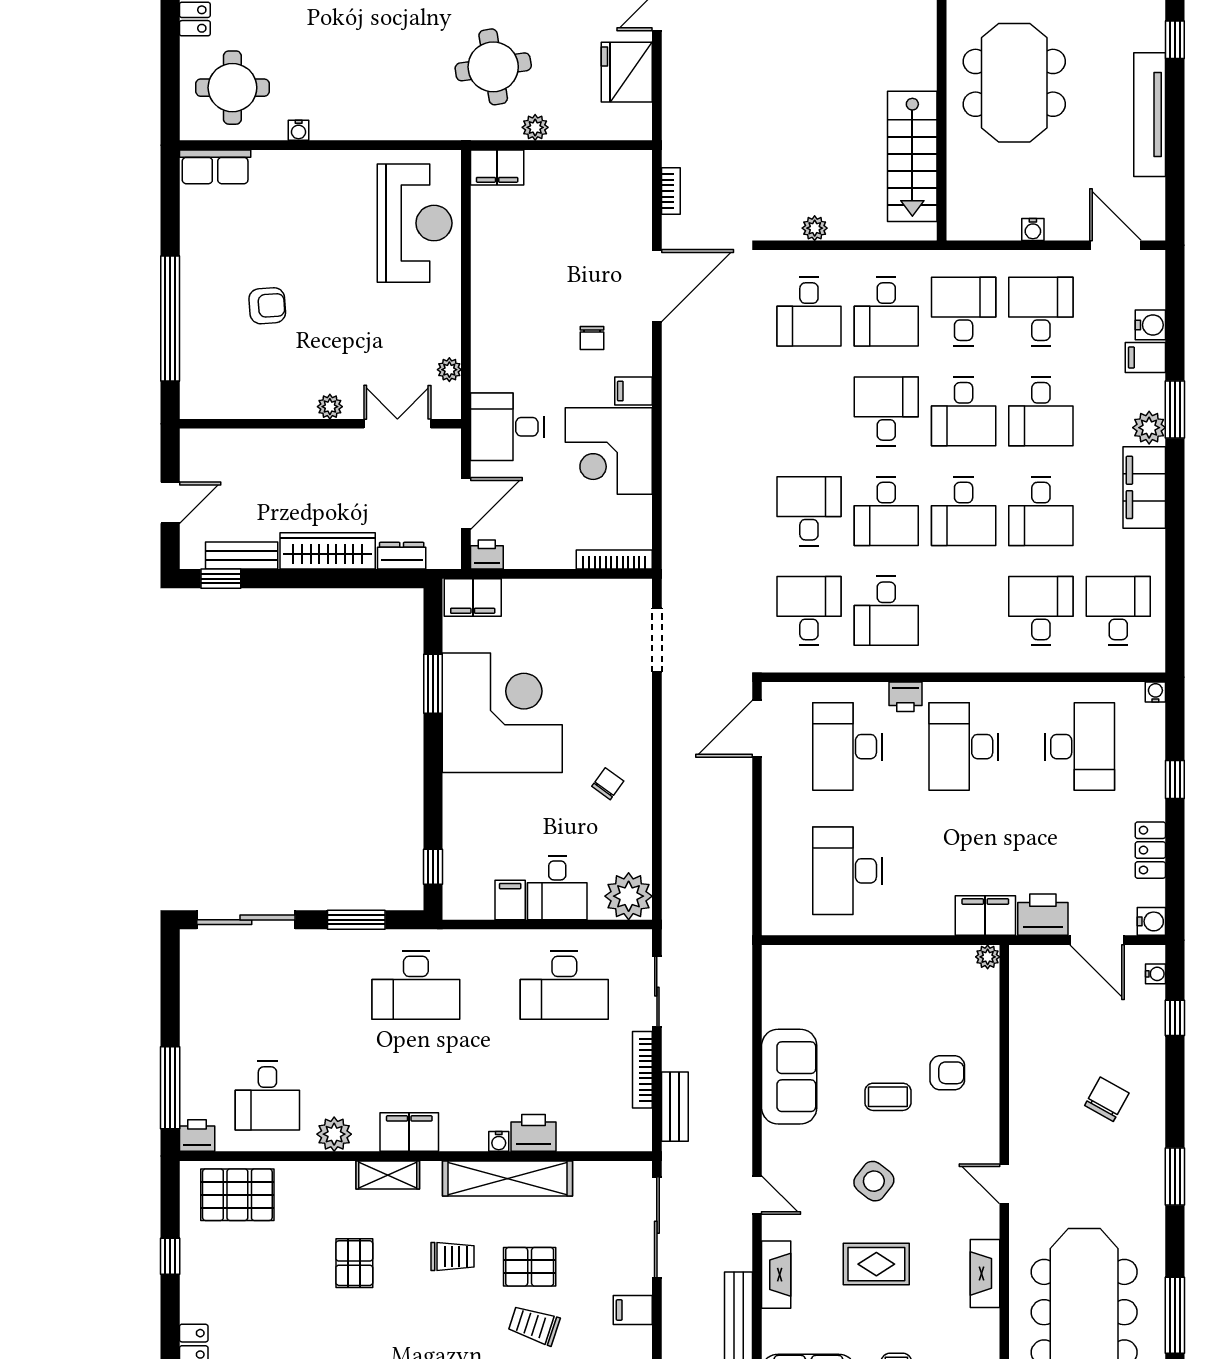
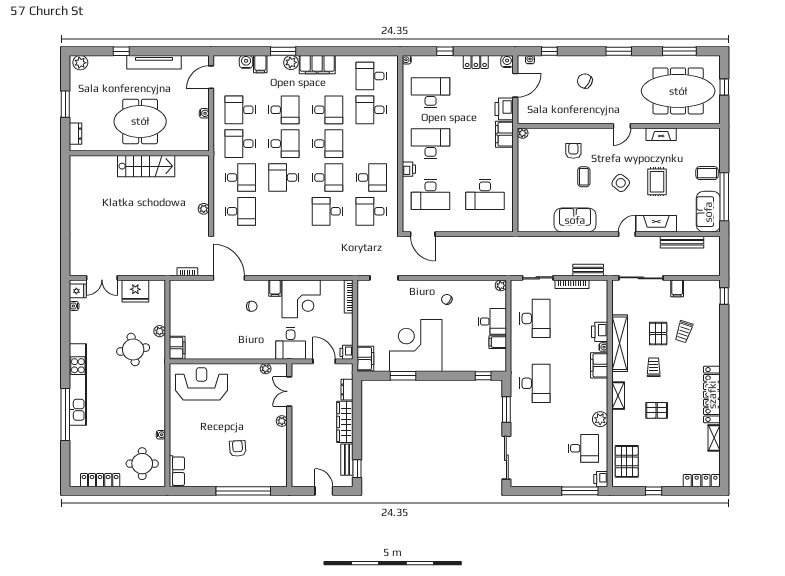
stairs: (912, 156) -> (146, 166), moved
desk: (964, 747) -> (431, 144), turned 180
plant: (629, 896) -> (501, 285), width x0.53, depth x0.53
filing cabinet: (409, 1132) -> (599, 365), moved
fireplace: (776, 1275) -> (656, 224), width x1.37, depth x1.32

